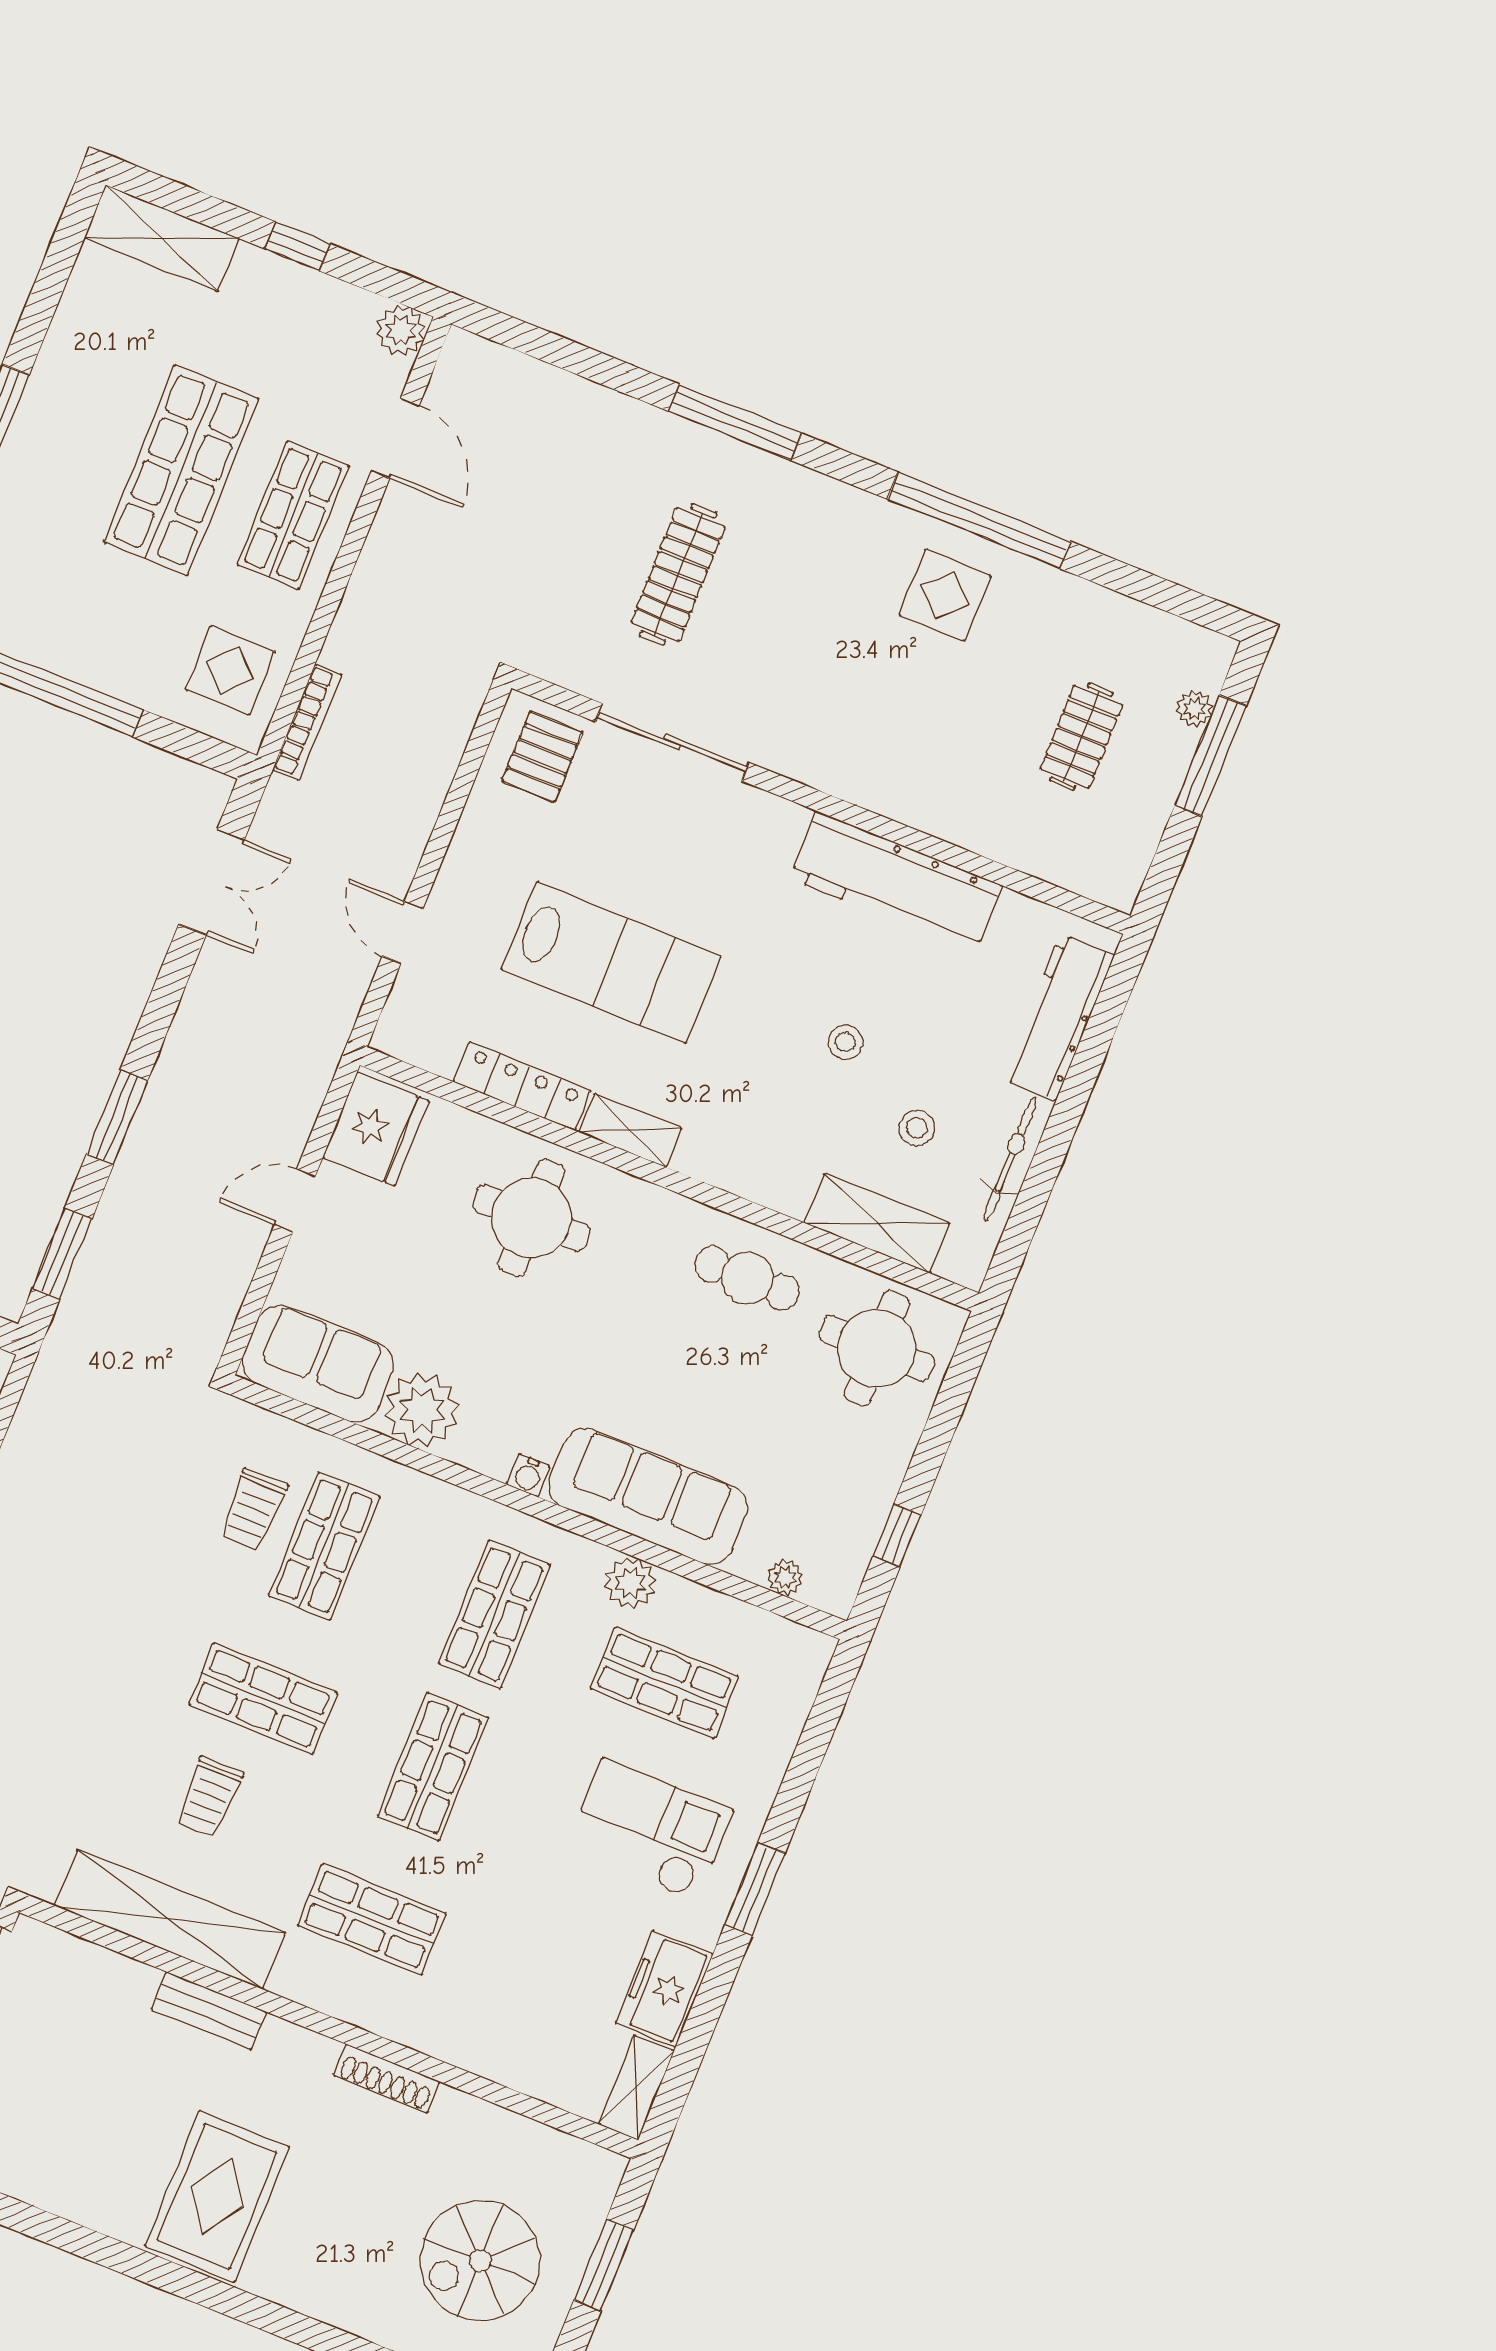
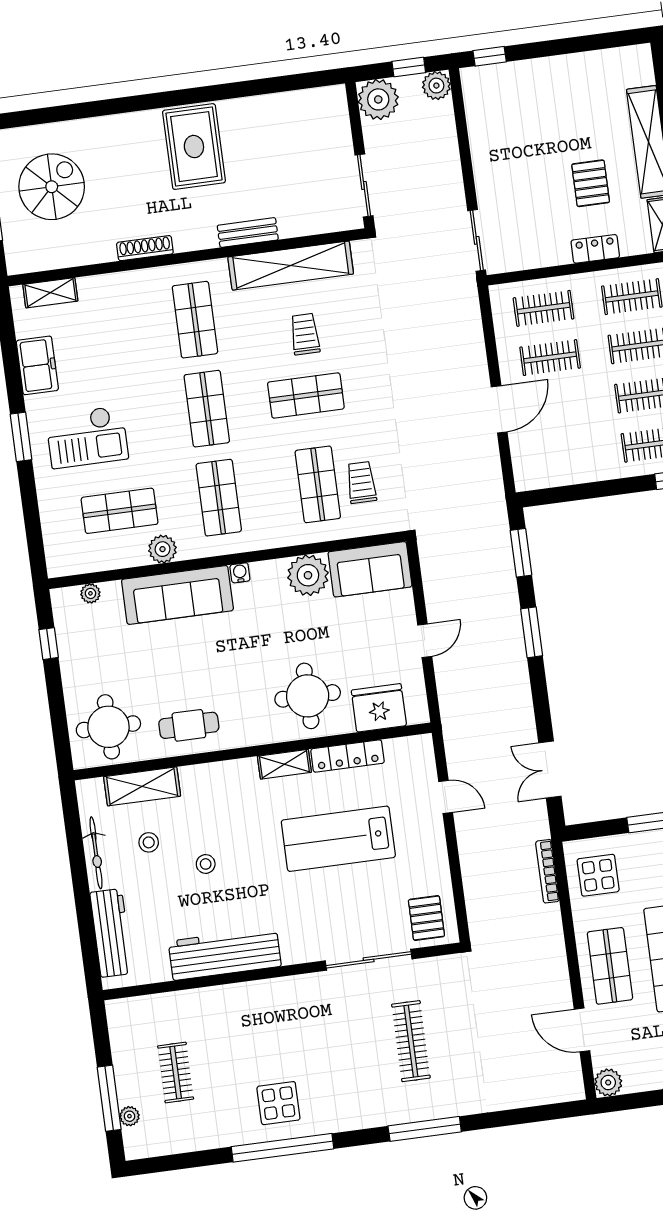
fridge: (376, 1129) -> (379, 708), moved, turned 90
shop shelf: (372, 1919) -> (195, 320), turned 90
shelving: (636, 2088) -> (50, 293), moved, turned 90

